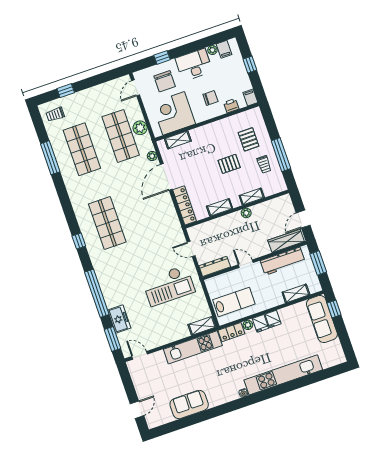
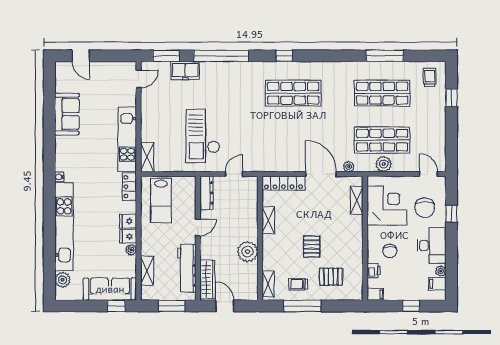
chair: (165, 81) -> (425, 208), turned -90
shelving: (252, 197) -> (268, 284), moved
plant: (246, 213) -> (248, 252), width x1.87, depth x1.87
plant: (248, 325) -> (131, 250), moved
plant: (328, 361) -> (63, 280), added

